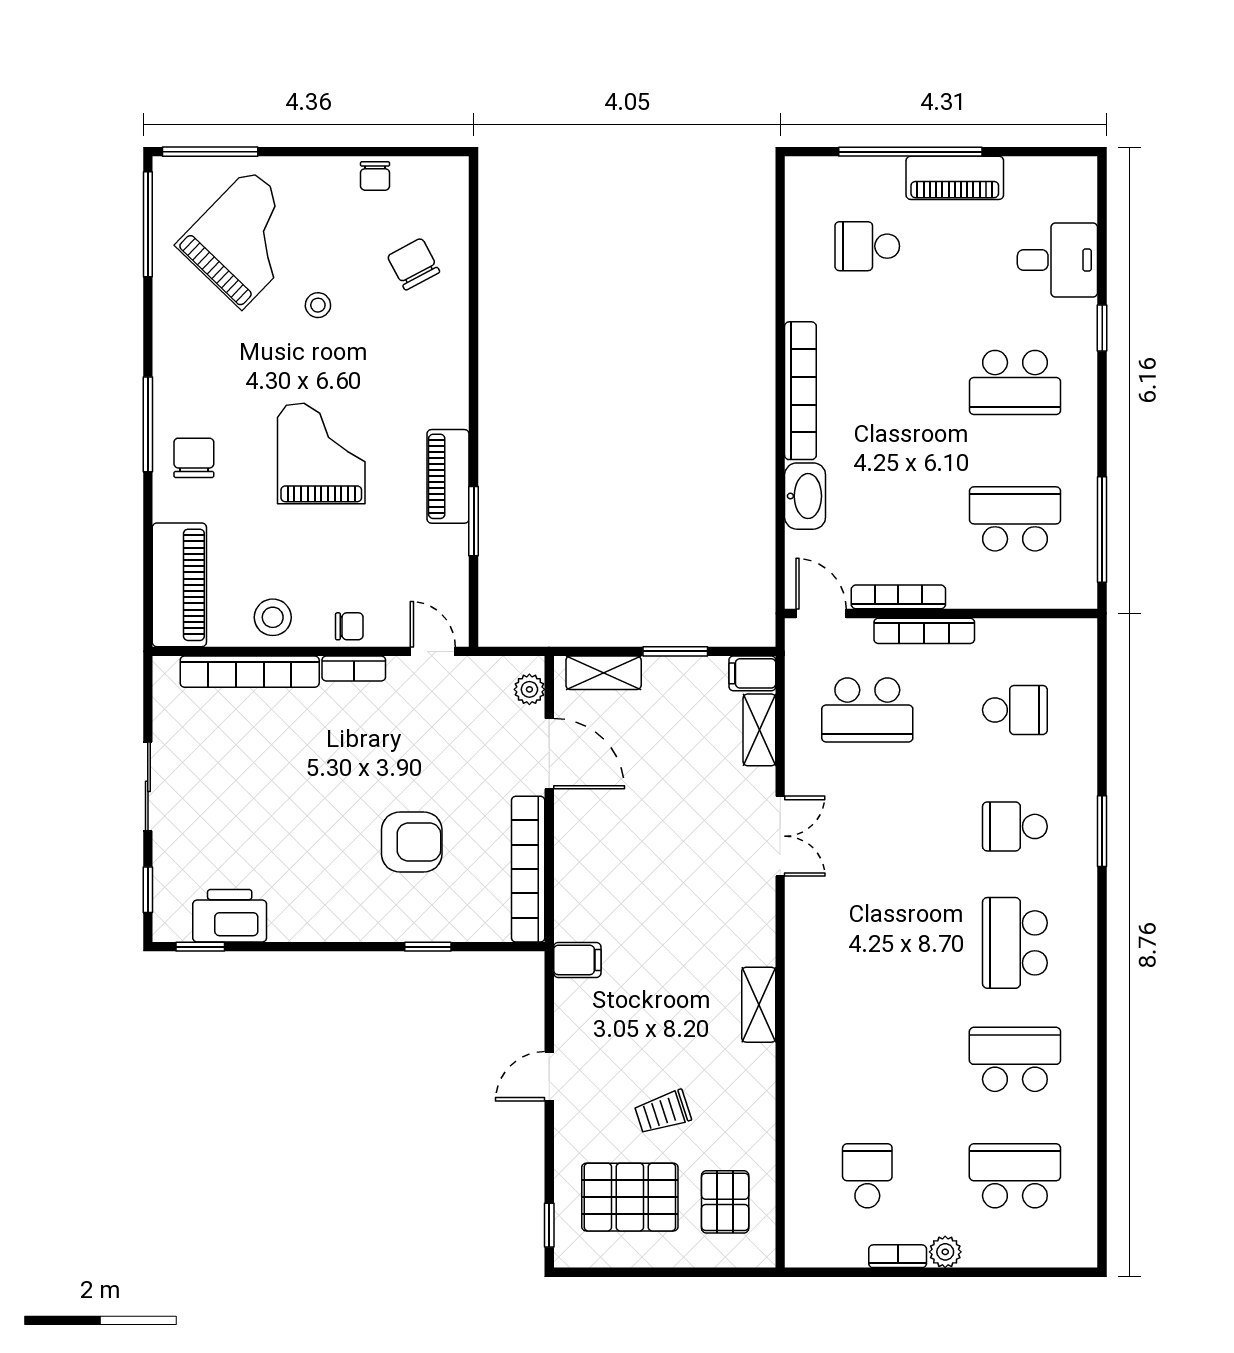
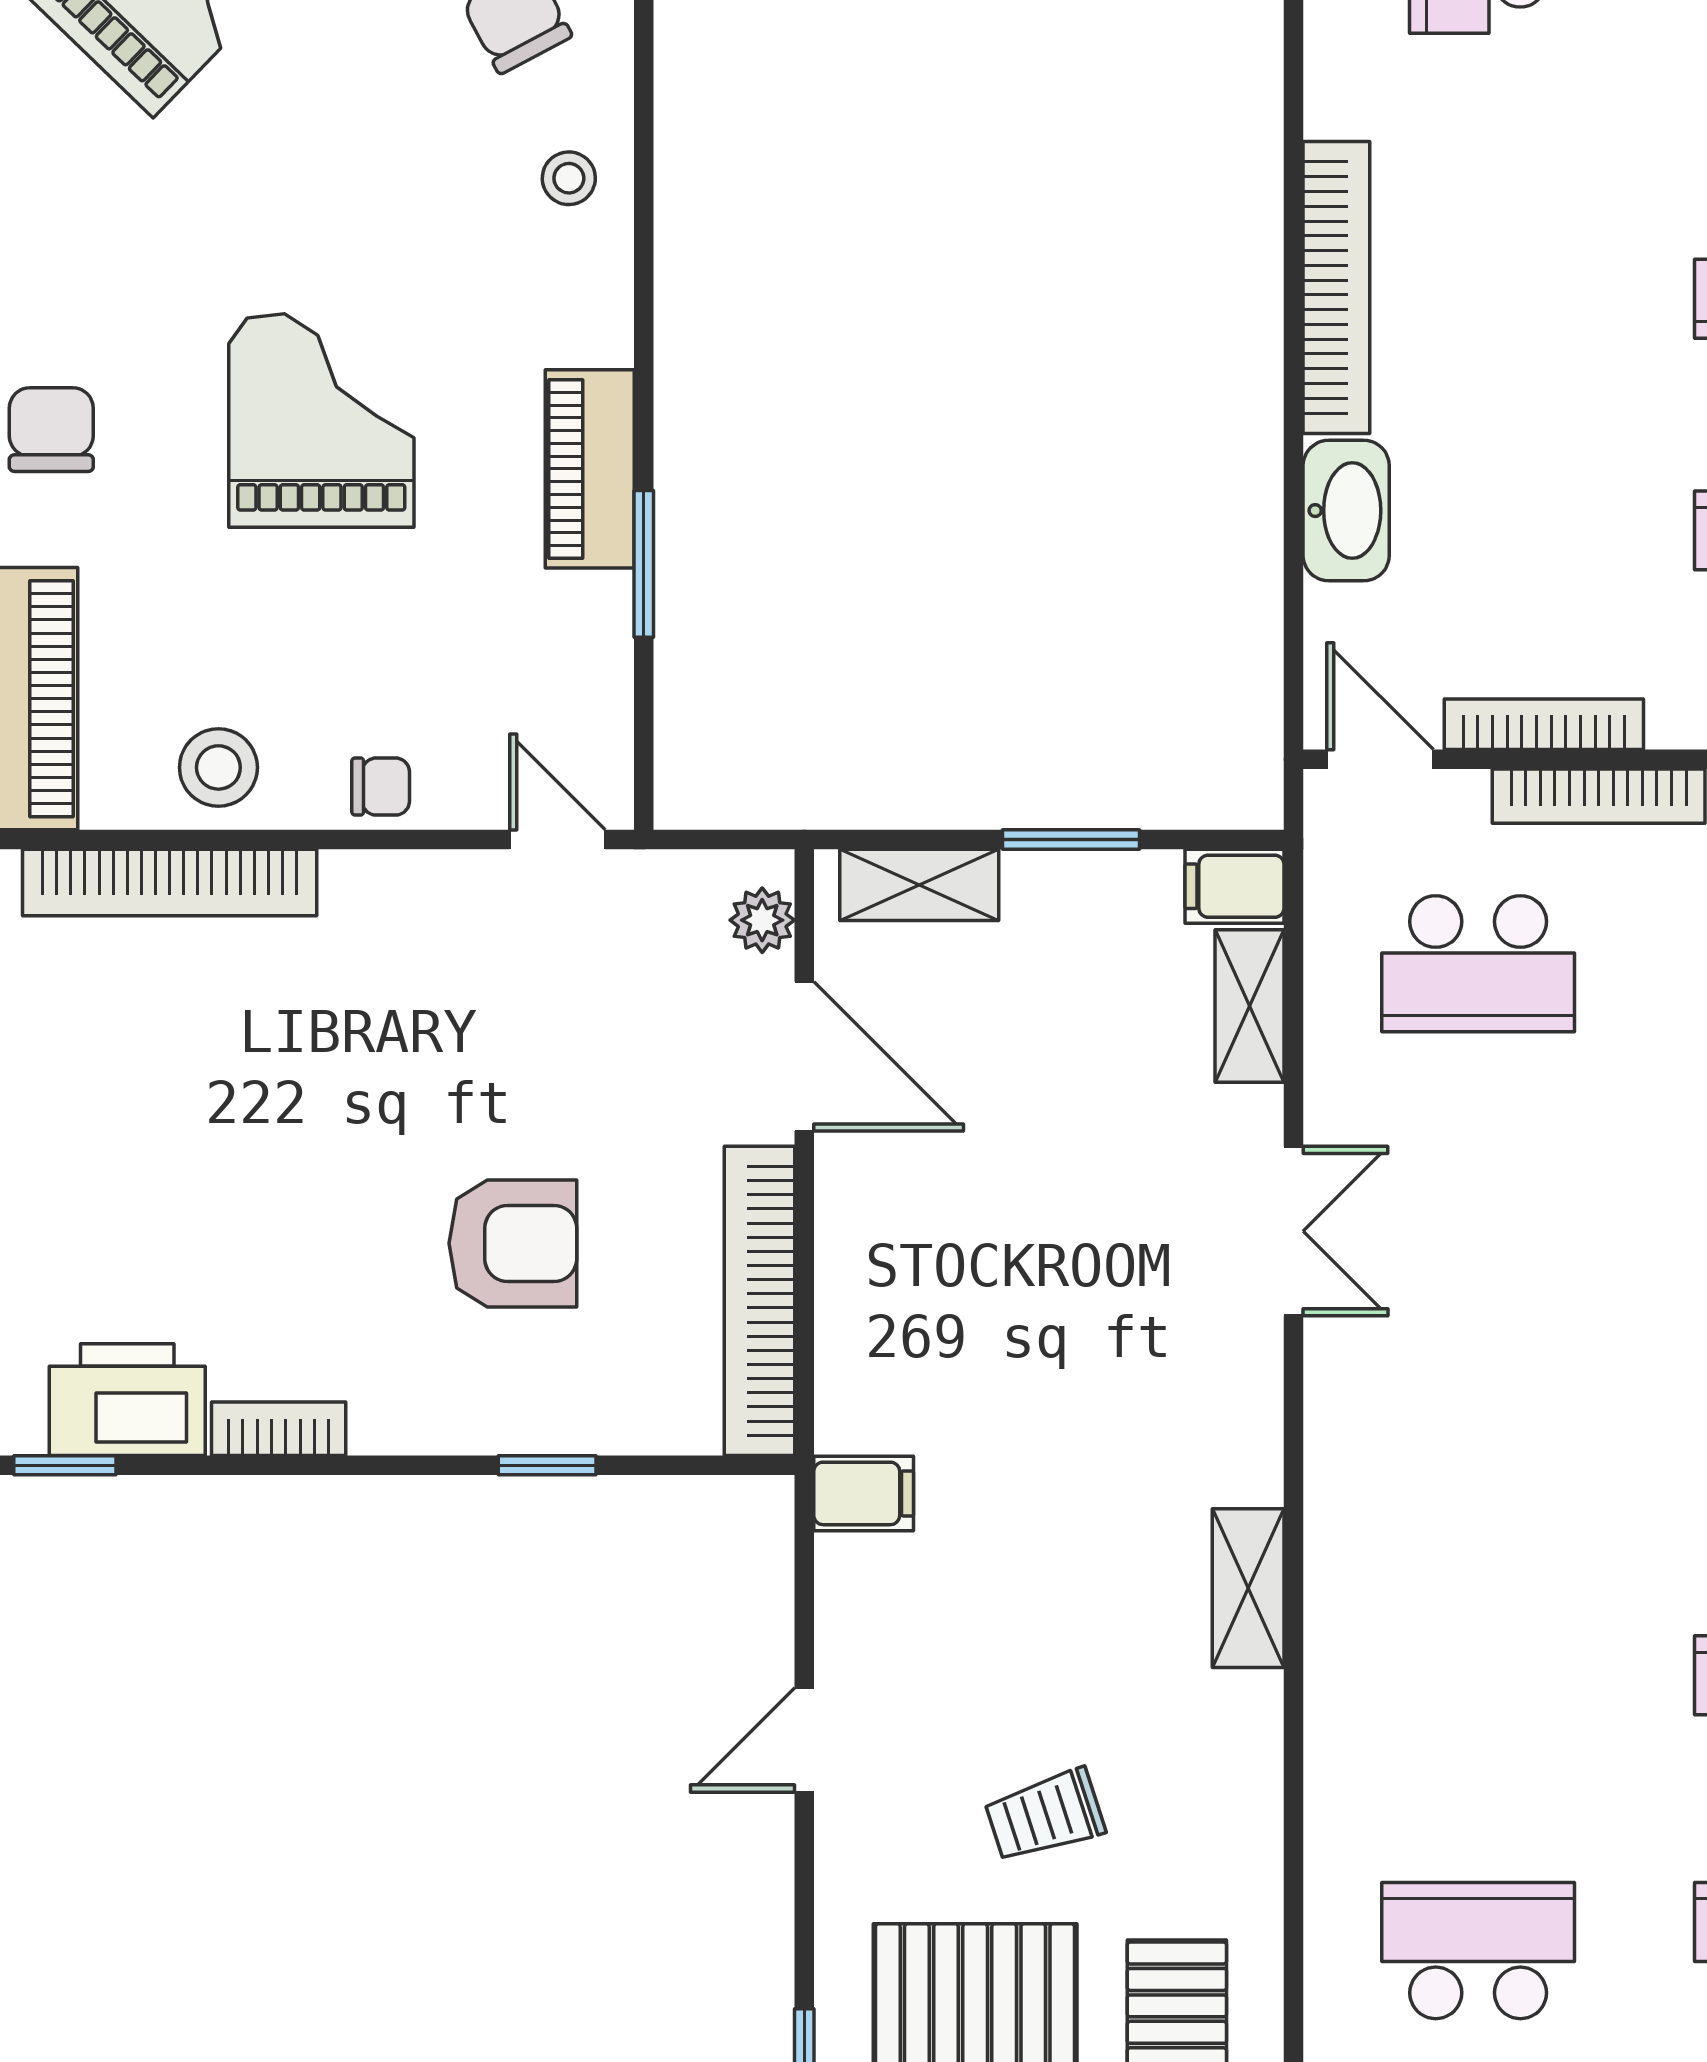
stool: (318, 305) -> (569, 178), moved
bookcase: (354, 669) -> (279, 1429), moved, turned 180
school desk: (867, 1176) -> (1478, 1951), width x1.85

